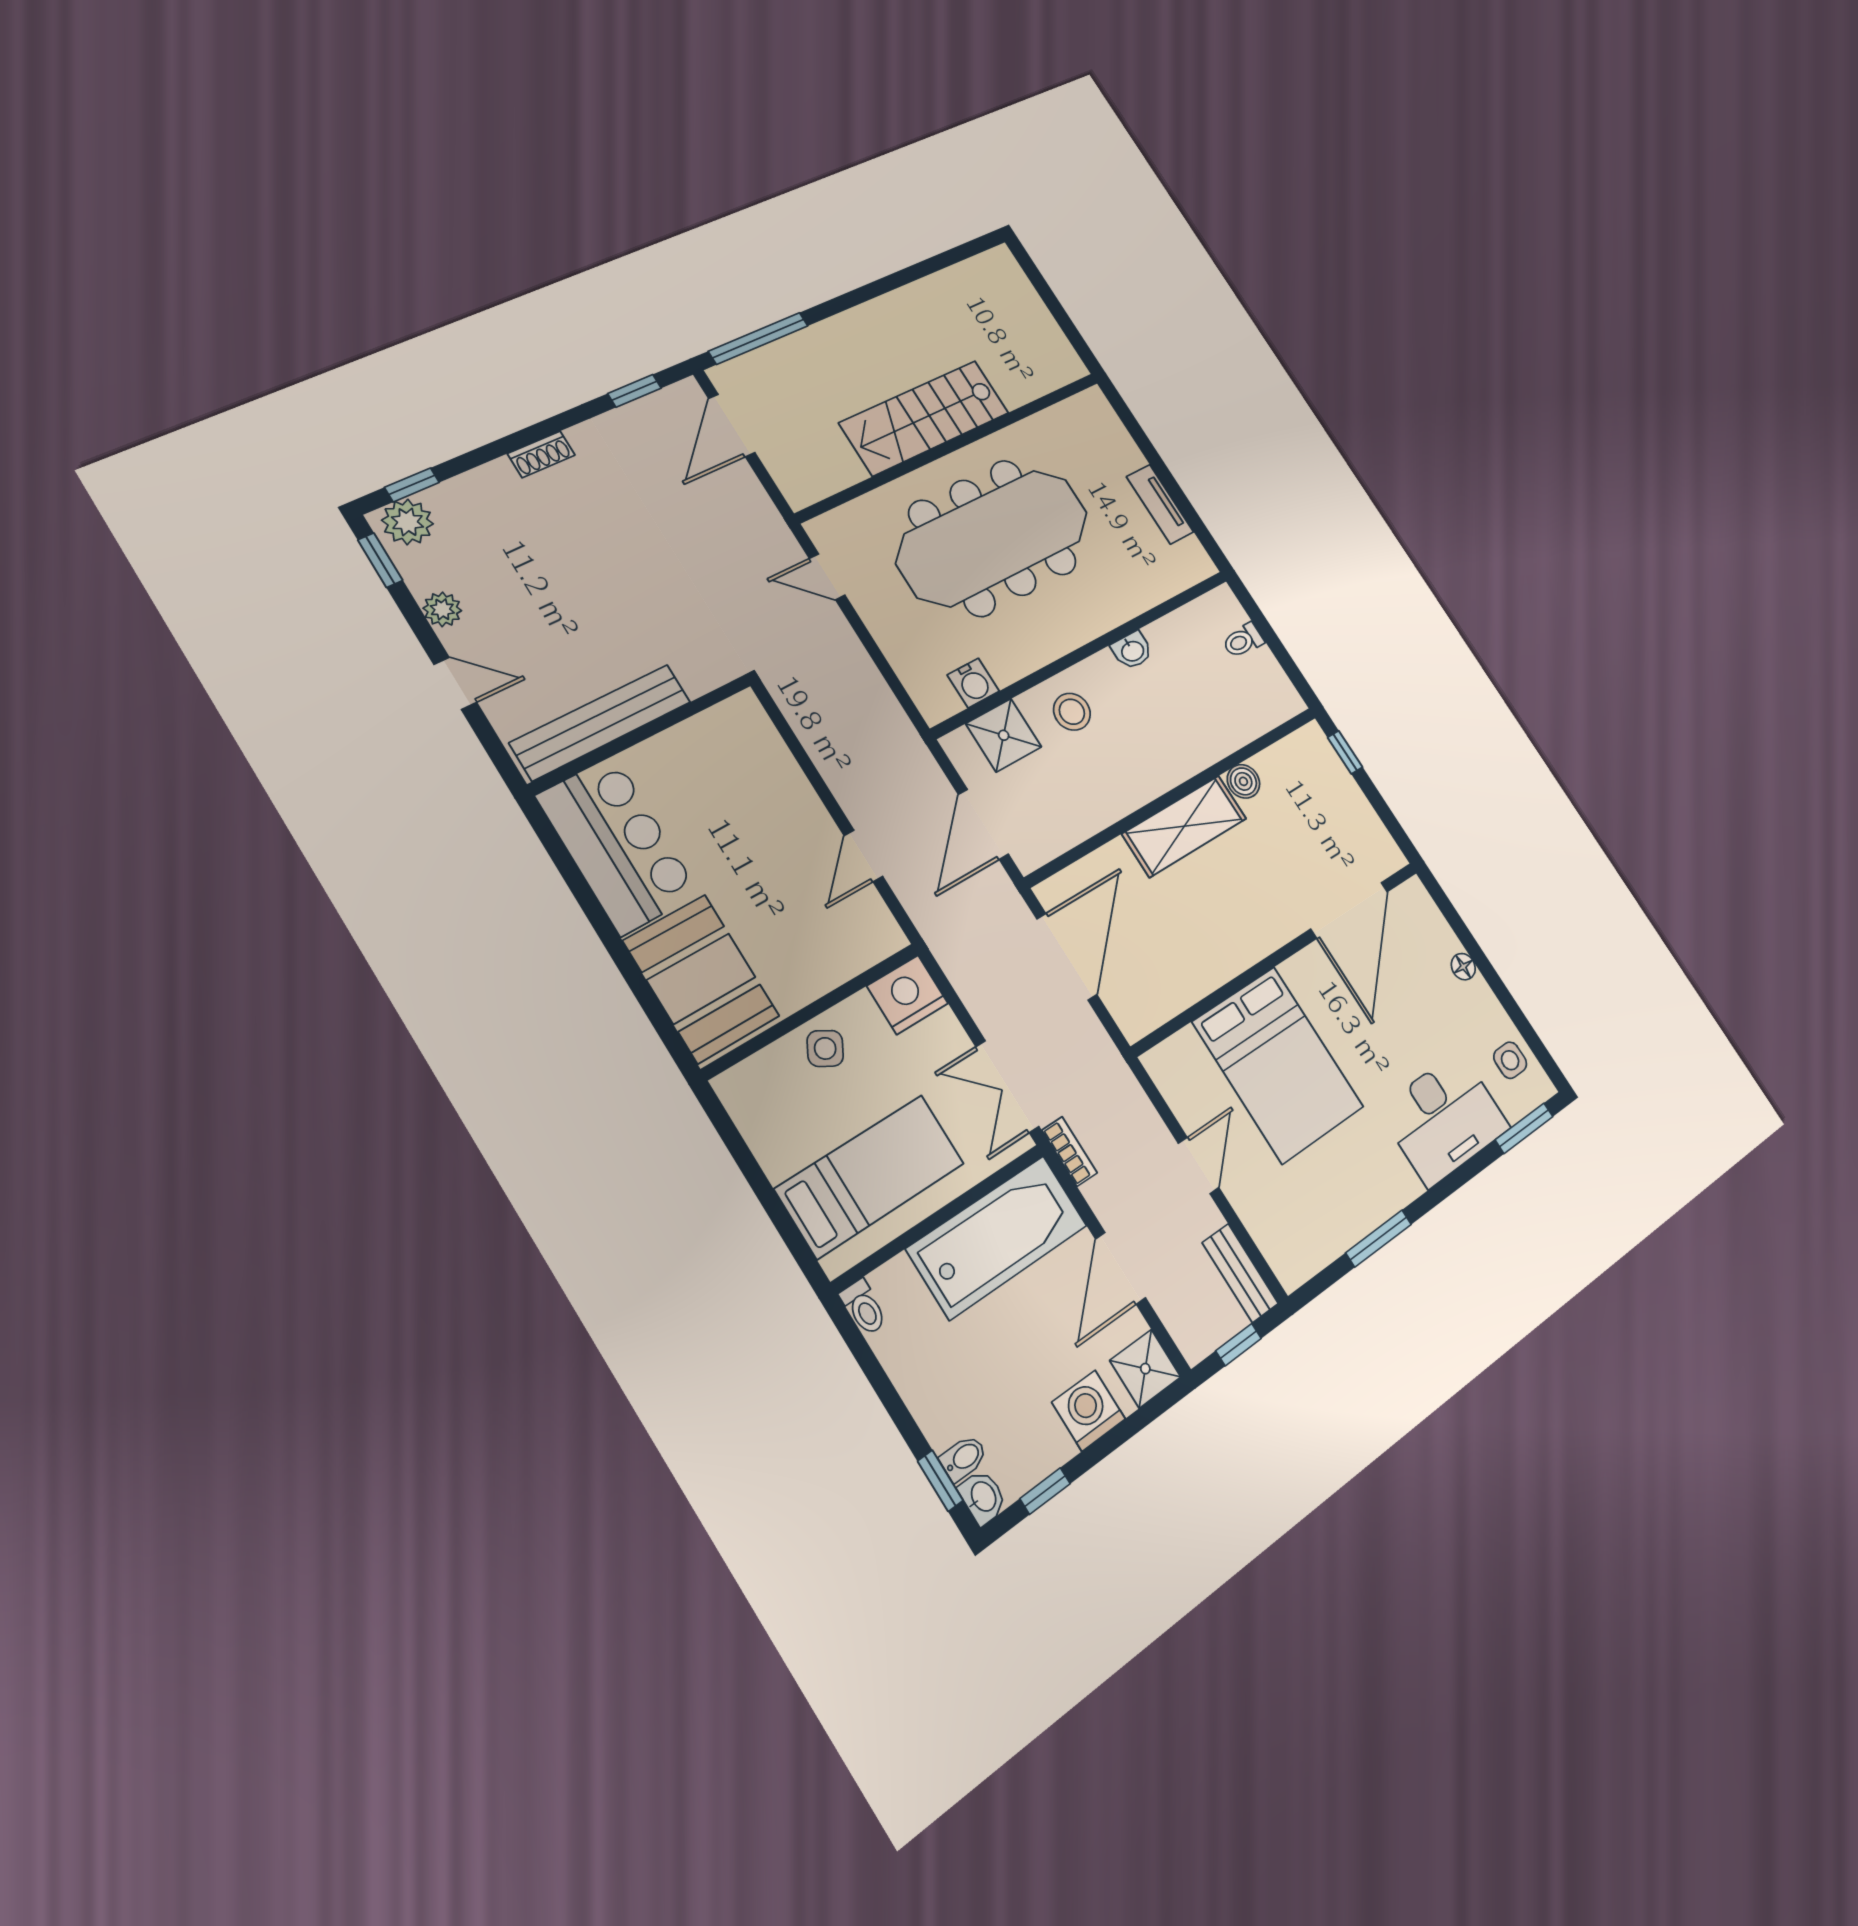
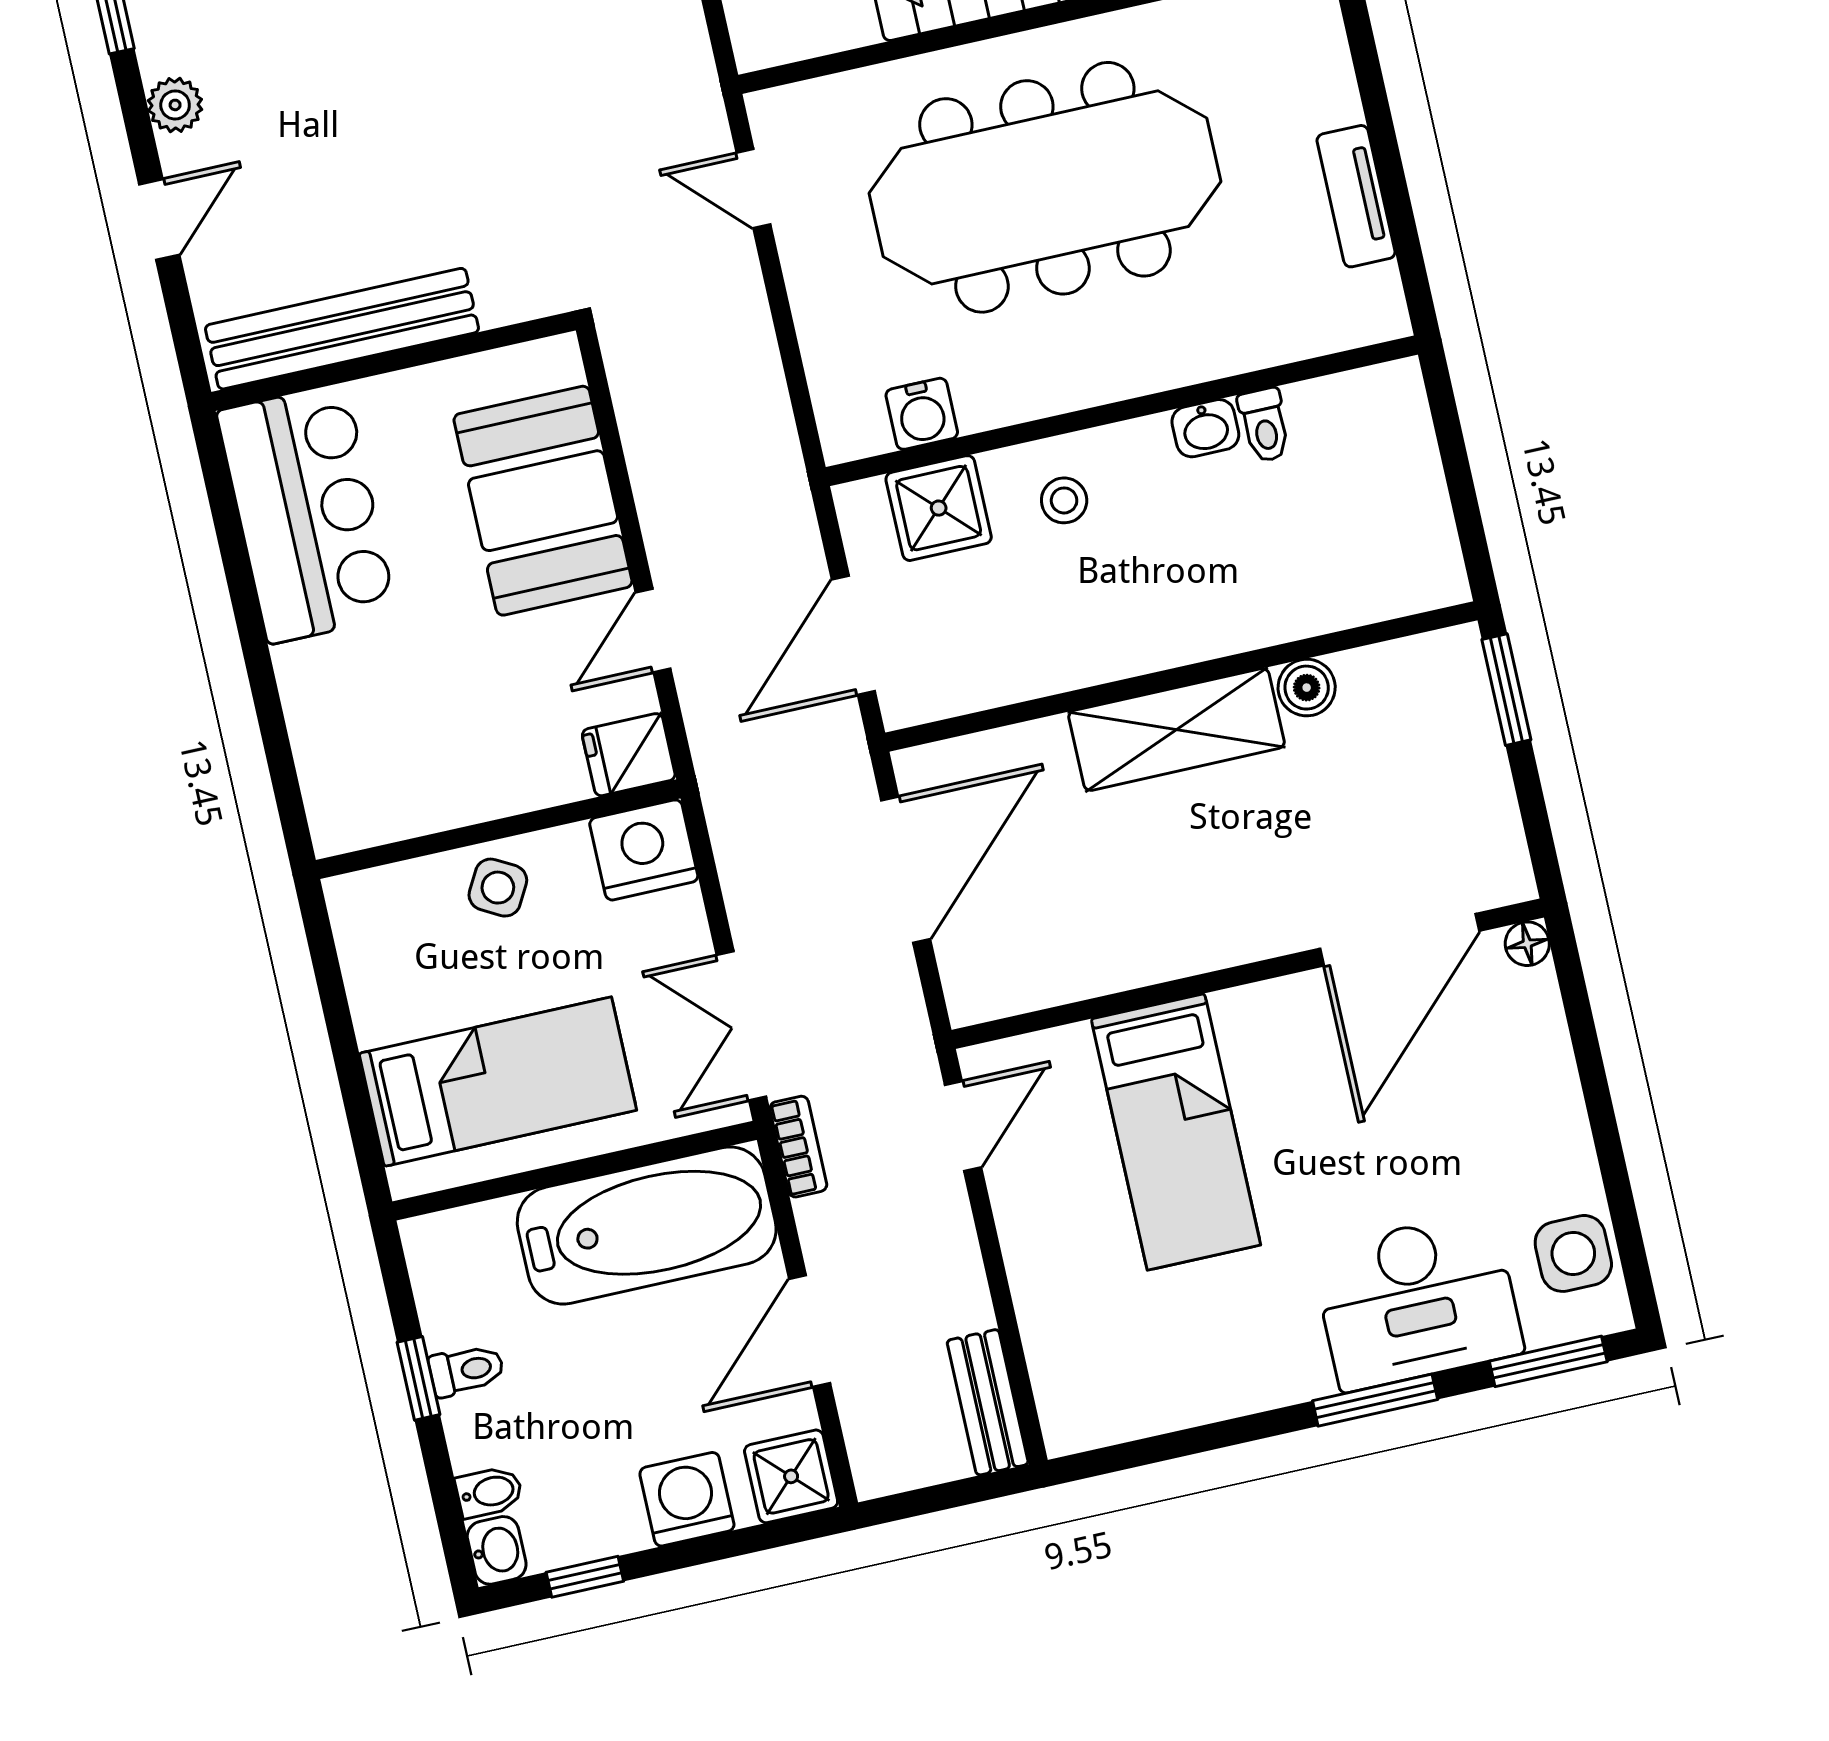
toilet: (1243, 641) -> (1264, 425), moved, turned -90
door: (455, 683) -> (159, 219), hinge flipped
stool: (1072, 712) -> (1064, 500), width x0.73, depth x0.73
window: (1345, 752) -> (1506, 690), width x1.50
fridge: (877, 938) -> (629, 755), added
floor lamp: (1463, 967) -> (1527, 944), moved
booth: (701, 979) -> (543, 501), moved
side table: (1510, 1060) -> (1573, 1253), width x1.37, depth x1.37
bed: (1278, 1064) -> (1176, 1132), width x0.67
door: (1199, 1165) -> (963, 1126), moved
window: (1379, 1238) -> (1375, 1400), moved
toilet: (864, 1307) -> (466, 1370), moved, turned -90
window: (1238, 1345) -> (943, 1497), removed
window: (940, 1481) -> (418, 1378), moved

